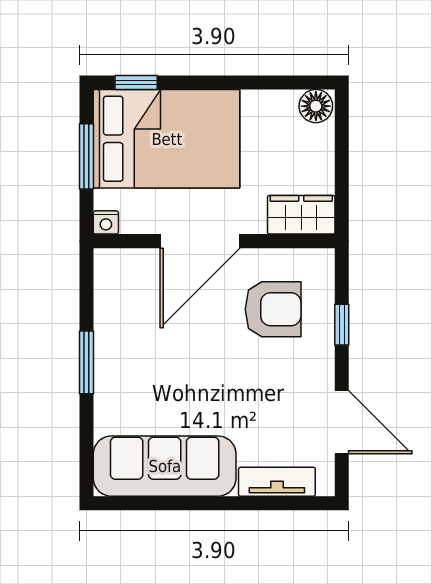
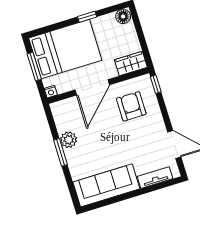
window: (136, 82) -> (87, 17), moved
armchair: (273, 309) -> (131, 106), turned -90
window: (342, 325) -> (156, 84), moved
plant: (113, 340) -> (69, 140), added

